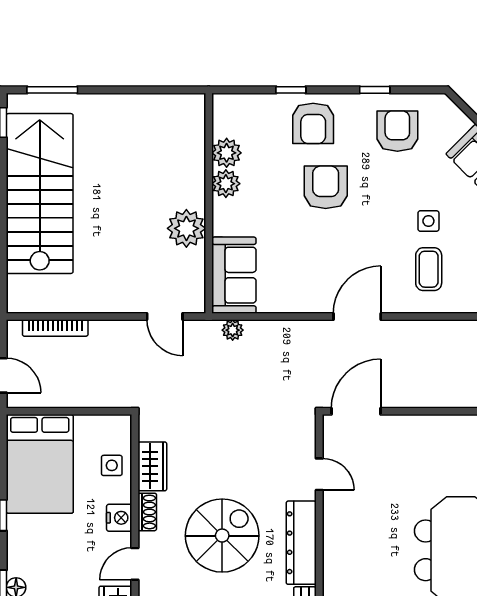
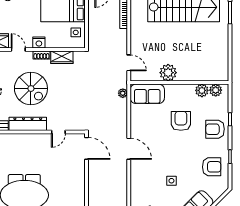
plant: (226, 184) -> (216, 90), moved
armchair: (326, 187) -> (181, 121), moved, turned -90
coffee table: (429, 269) -> (150, 181), removed
door: (165, 316) -> (129, 63), swing flipped
side table: (112, 465) -> (76, 32), moved

